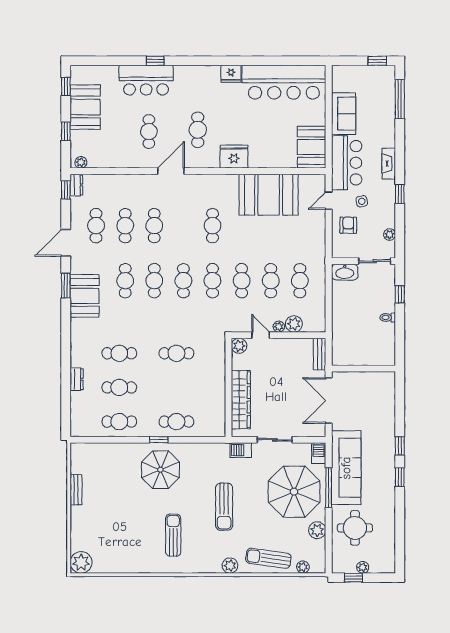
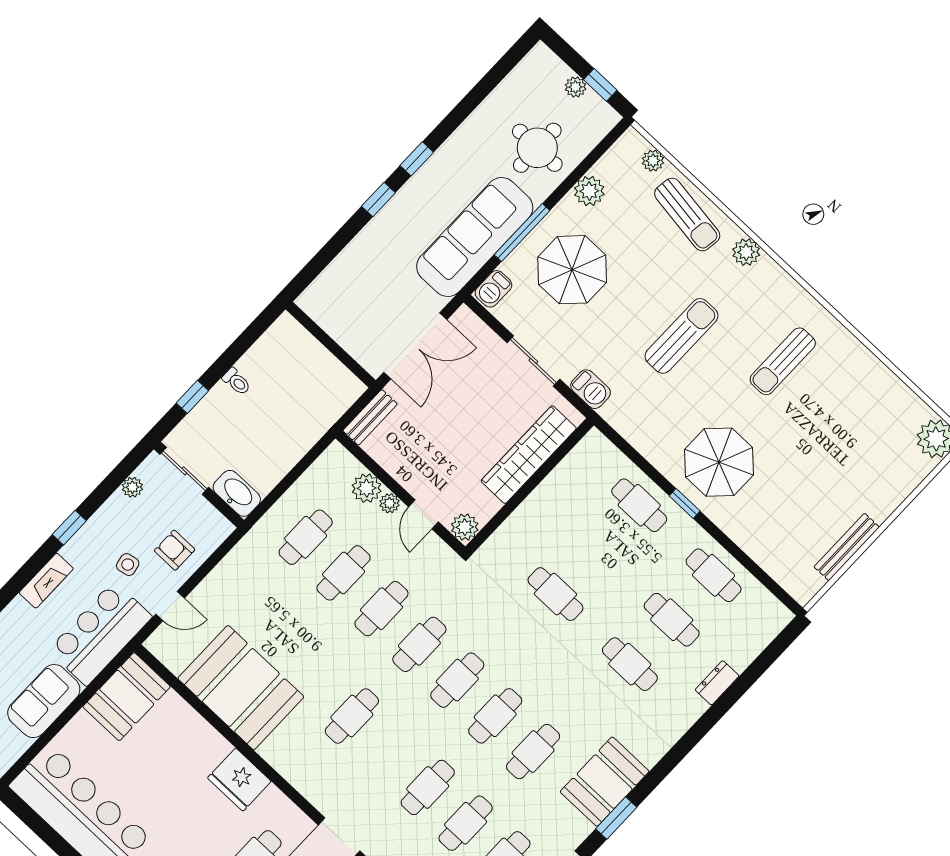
armchair: (348, 225) -> (175, 550), turned 90
bench: (76, 490) -> (847, 547), width x1.36
parasol: (294, 492) -> (572, 270), width x0.73, depth x0.73

